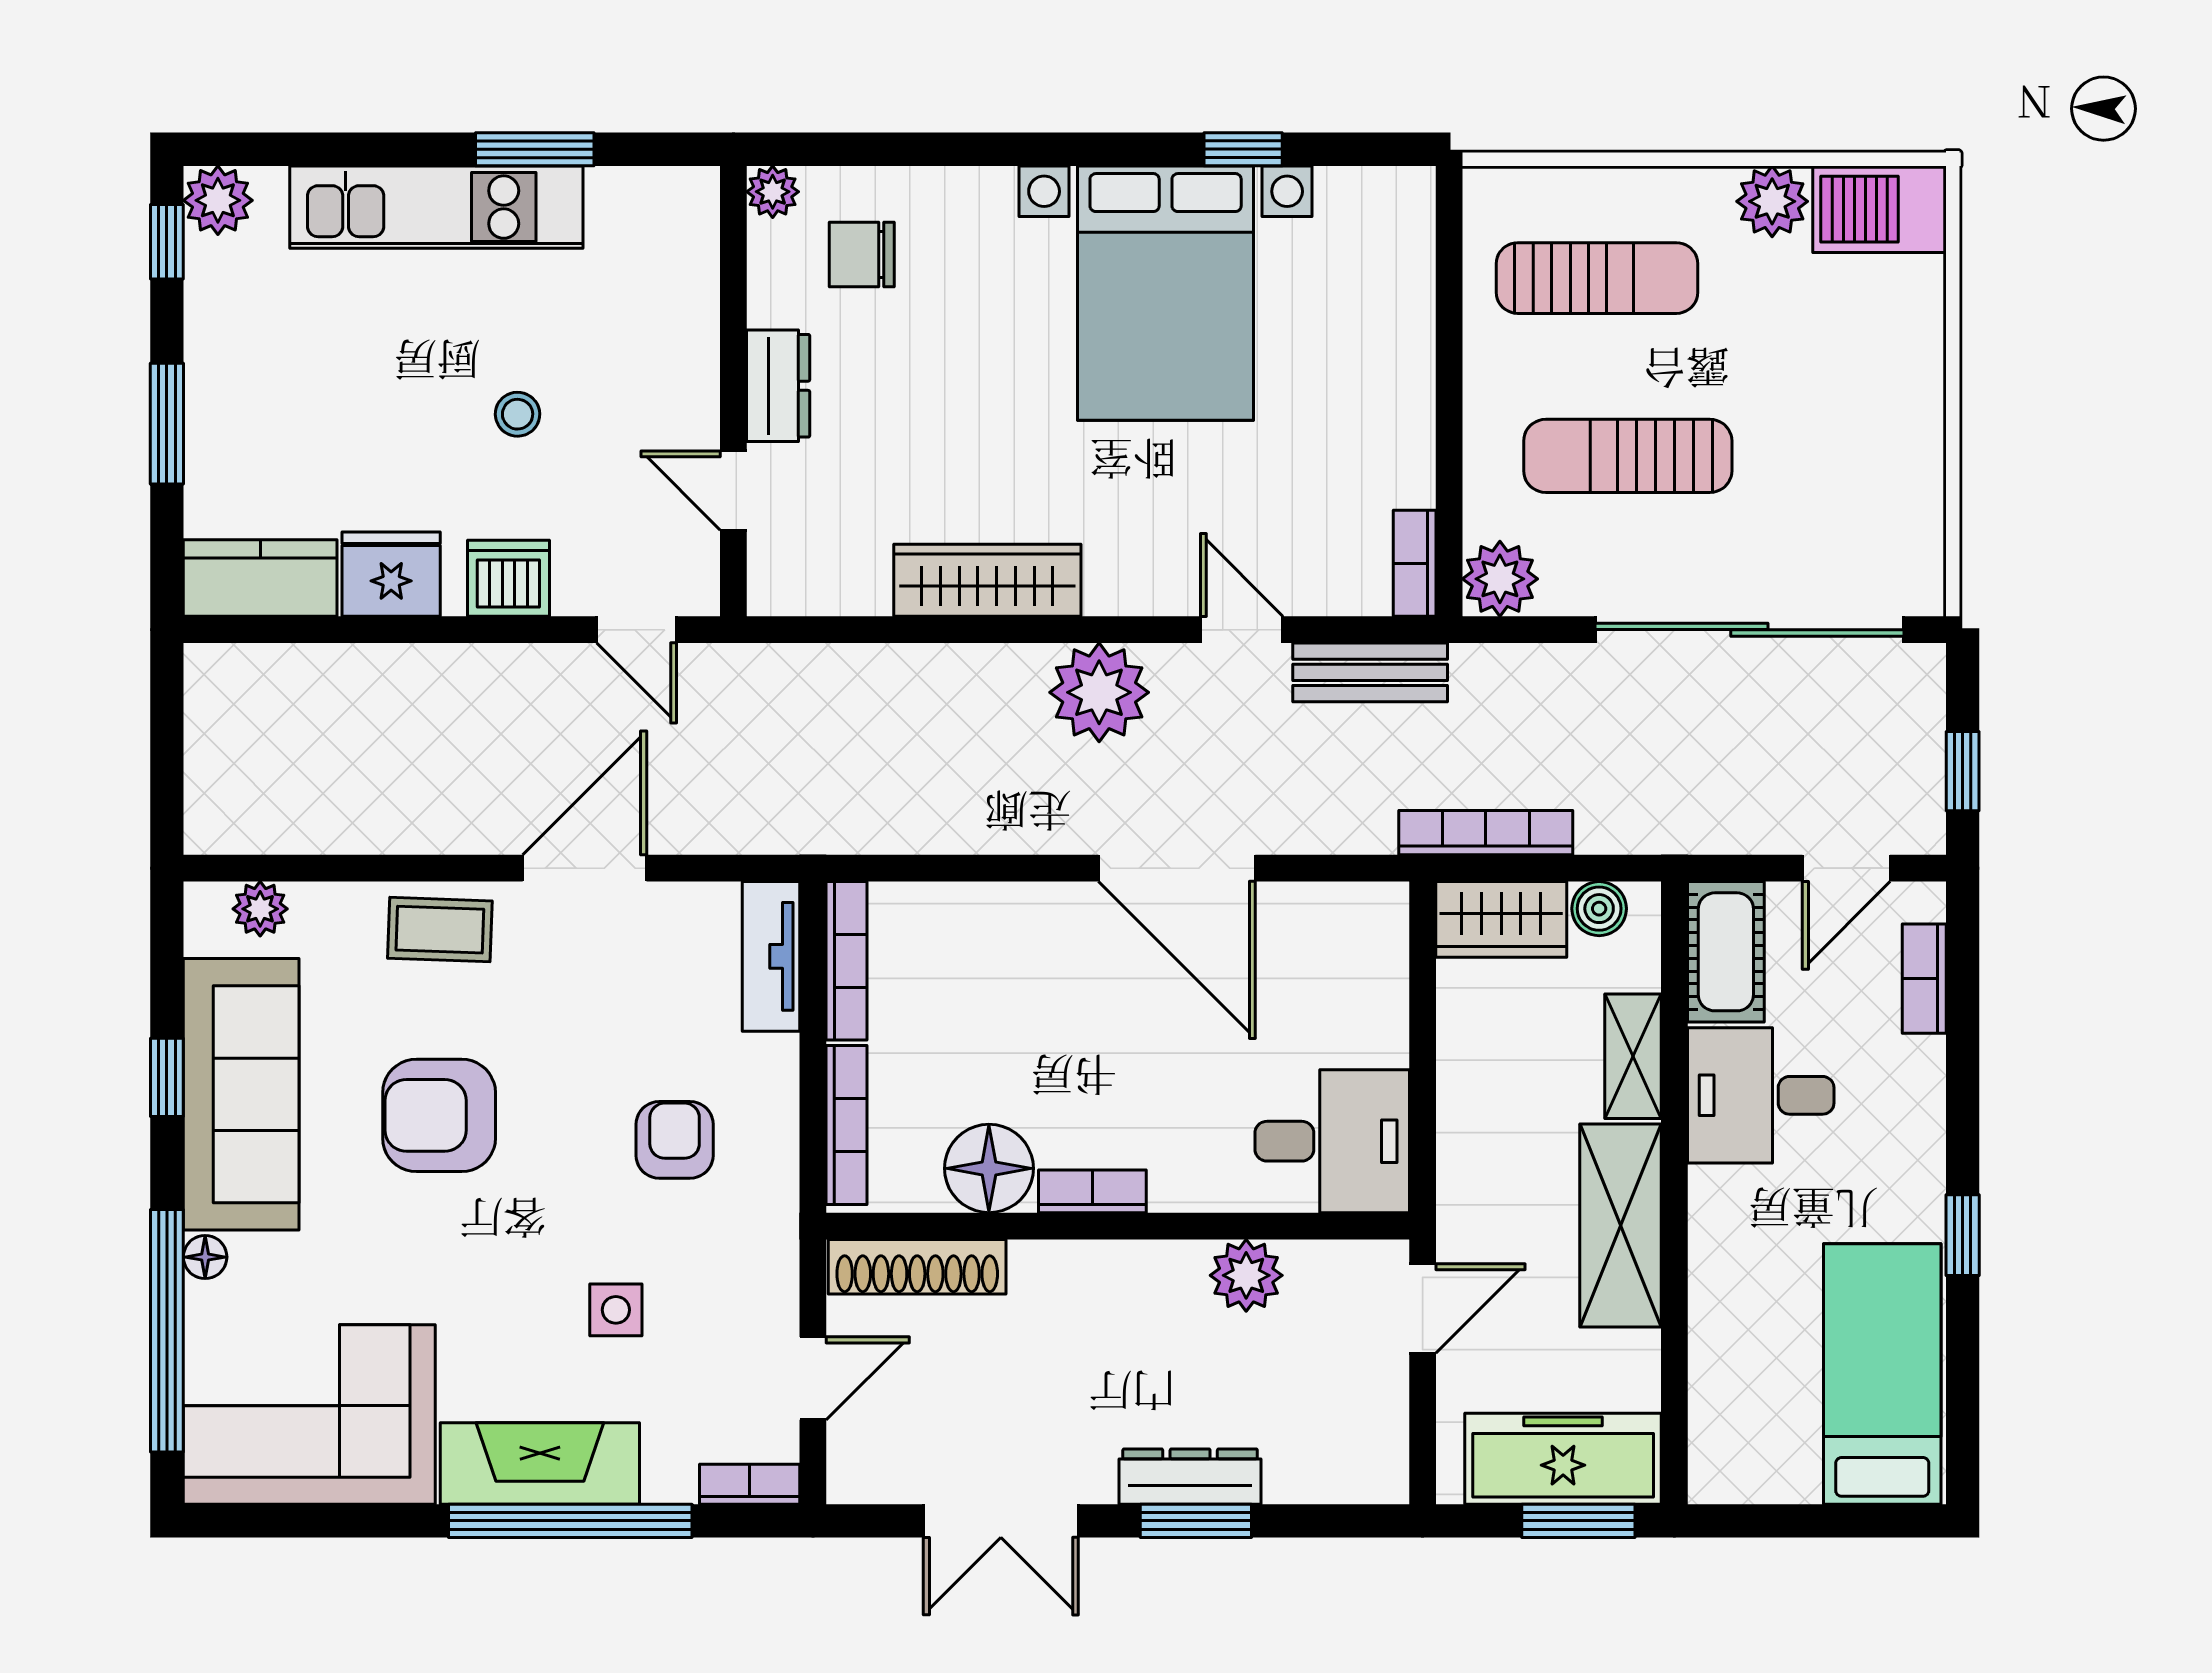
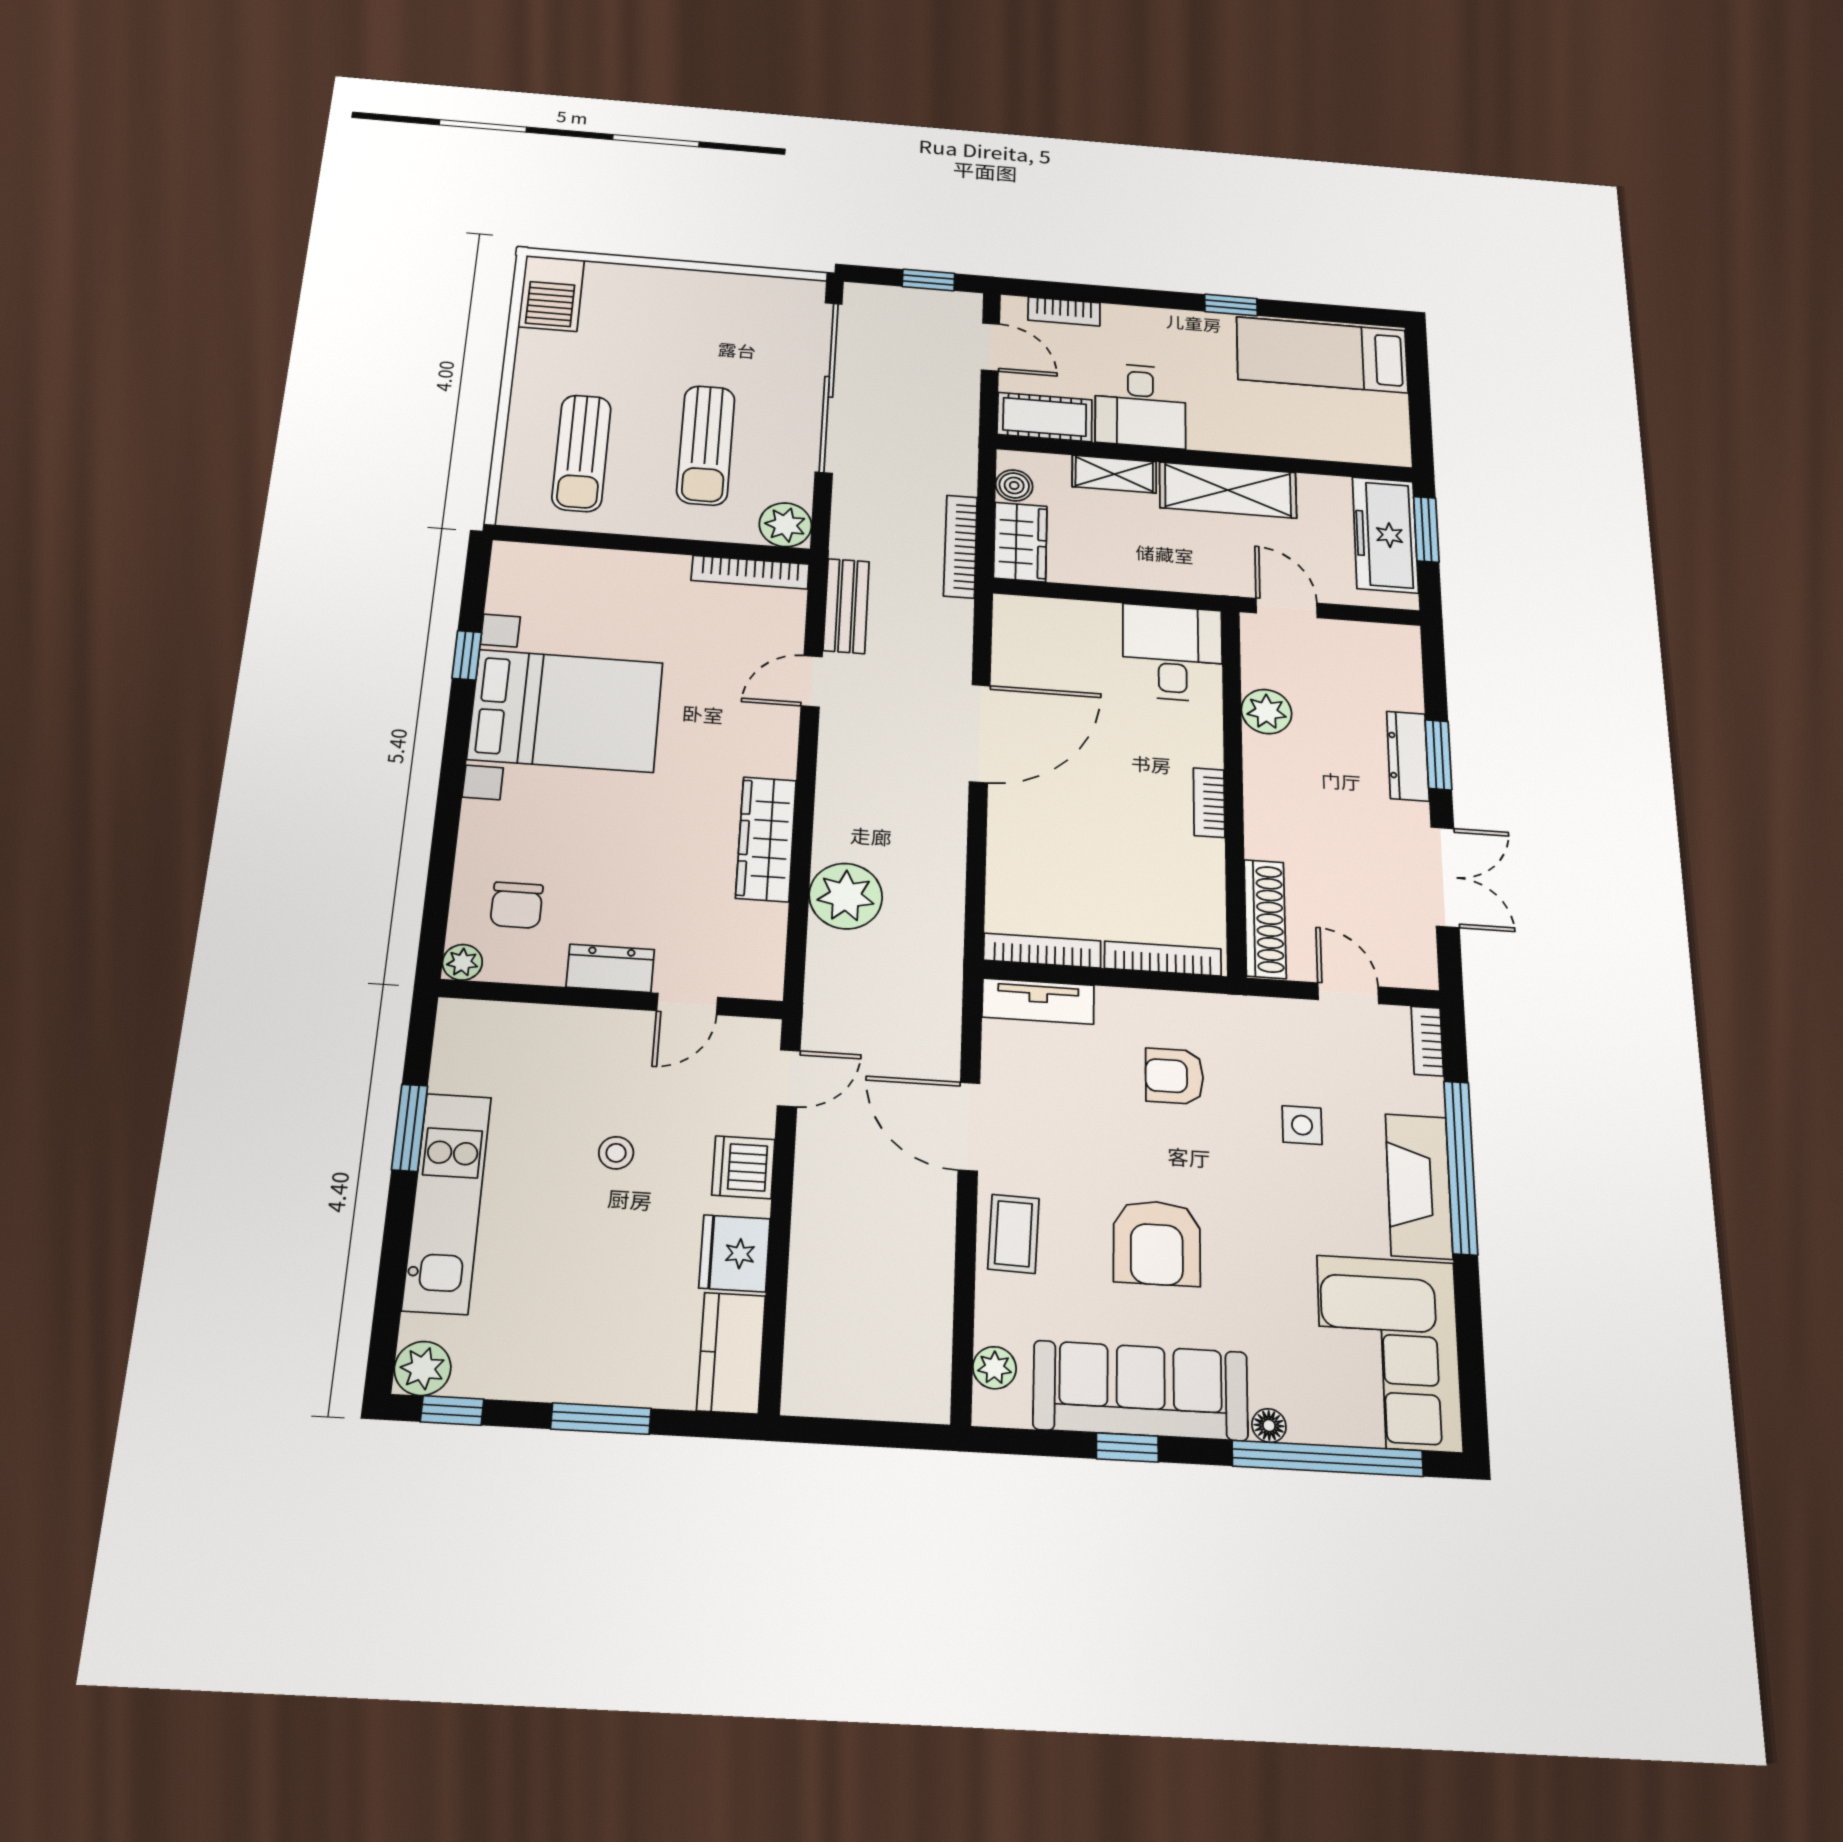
plant: (1772, 201) -> (539, 351), removed
sun lounger: (1597, 278) -> (582, 453), turned 180
bookcase: (1415, 563) -> (750, 572), width x1.56
plant: (1099, 692) -> (846, 896), moved
floor lamp: (989, 1168) -> (1194, 867), removed

